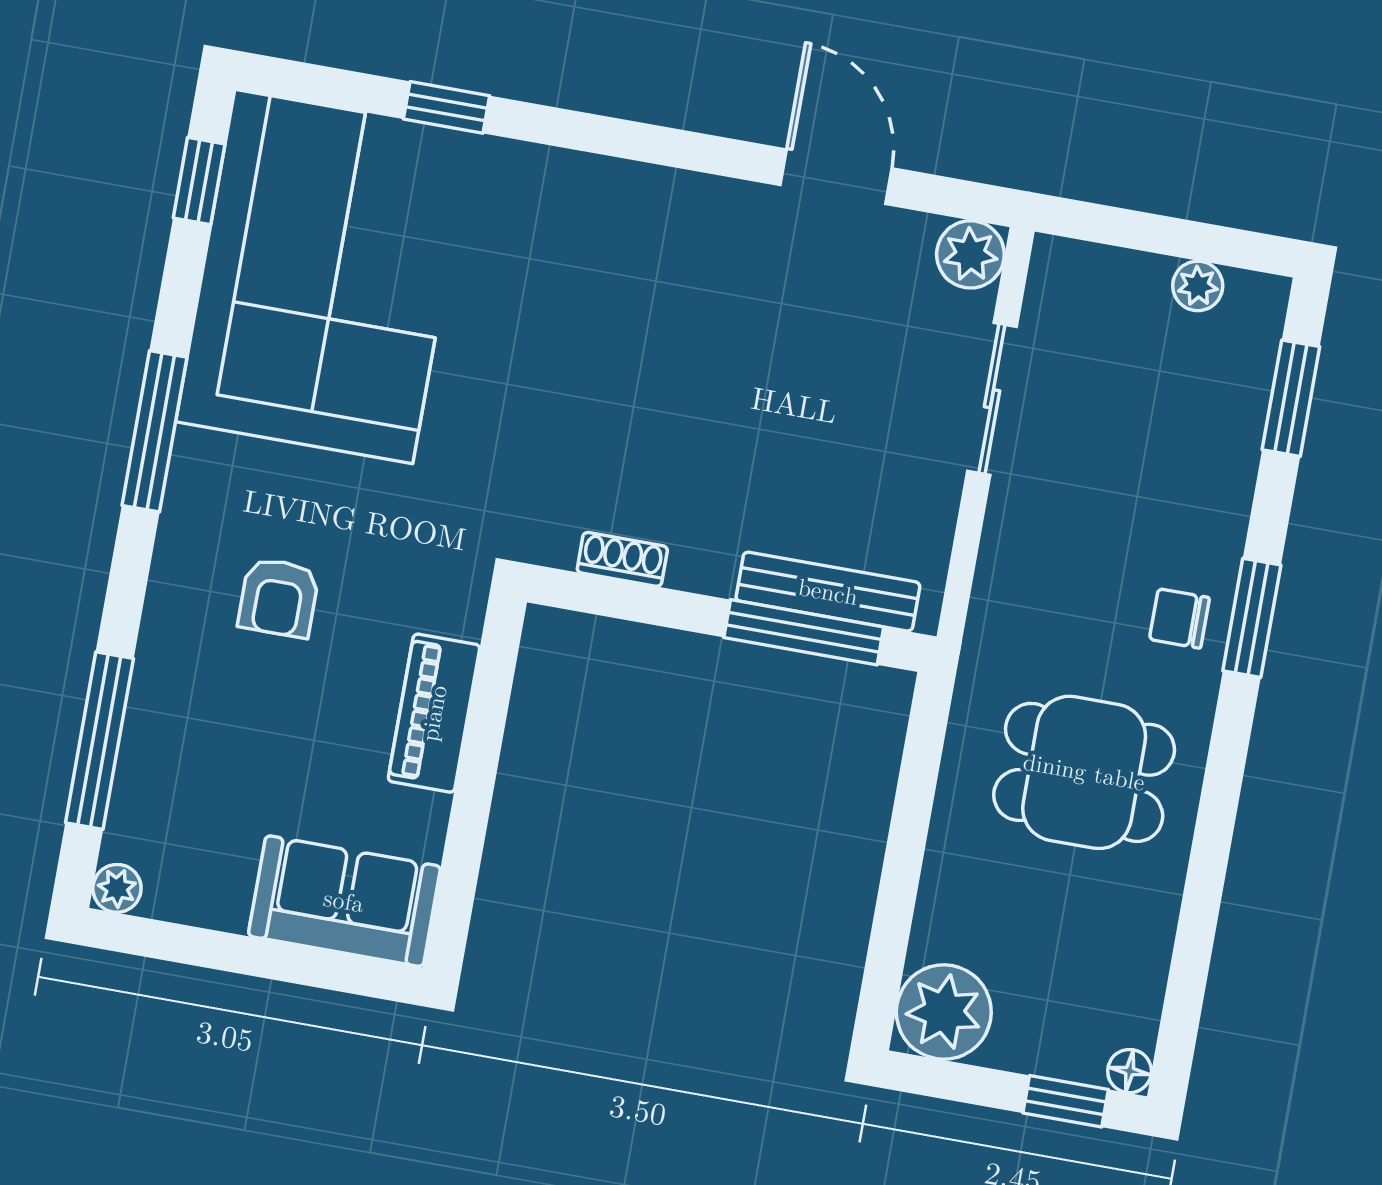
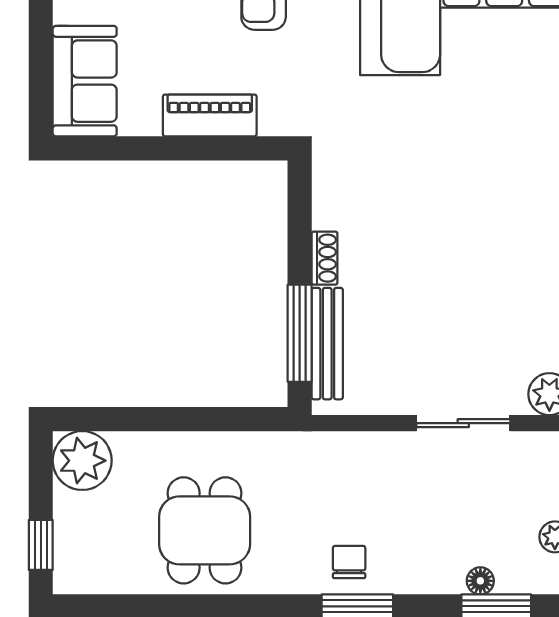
shoe rack: (622, 559) -> (324, 258), moved
dining table: (1084, 772) -> (205, 530), moved
floor lamp: (1130, 1071) -> (480, 581), moved

